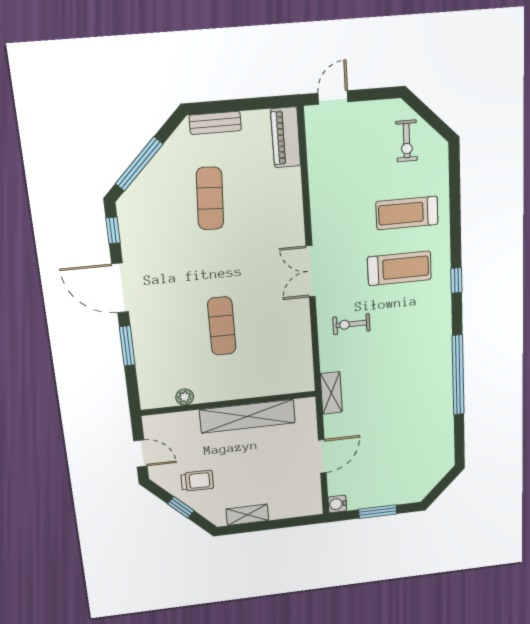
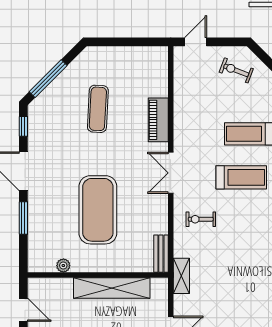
bench: (215, 123) -> (161, 254), moved, turned 90
piano: (286, 137) -> (158, 120), moved
exercise bike: (407, 141) -> (236, 70), moved, turned 111
exercise mat: (222, 326) -> (98, 210), width x2.00, depth x1.45

